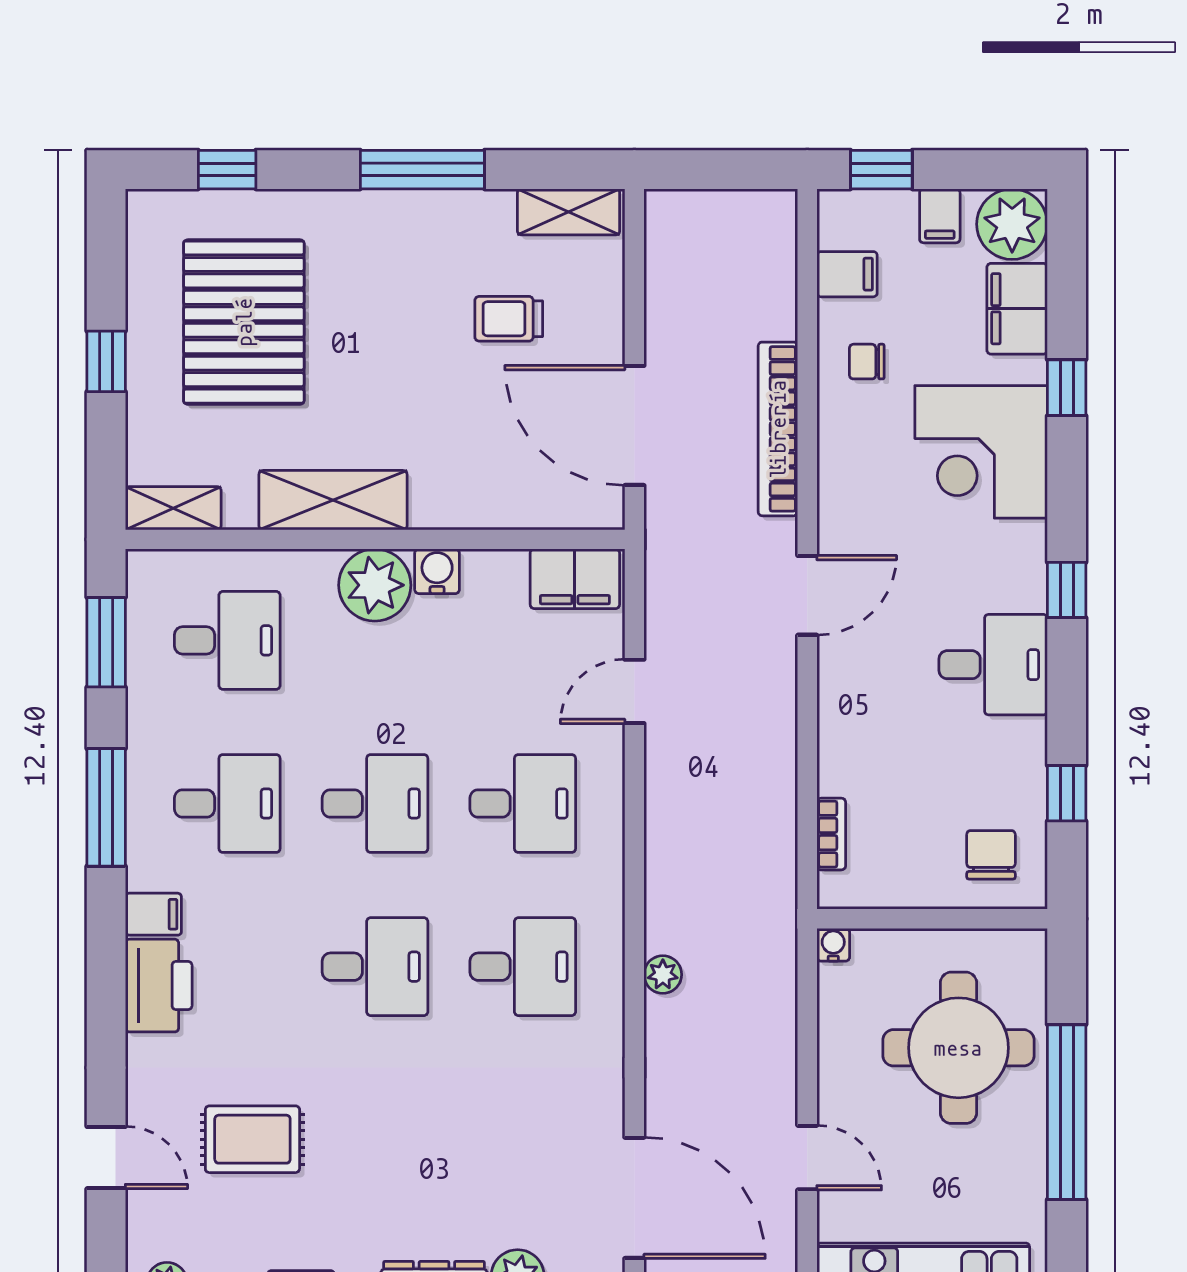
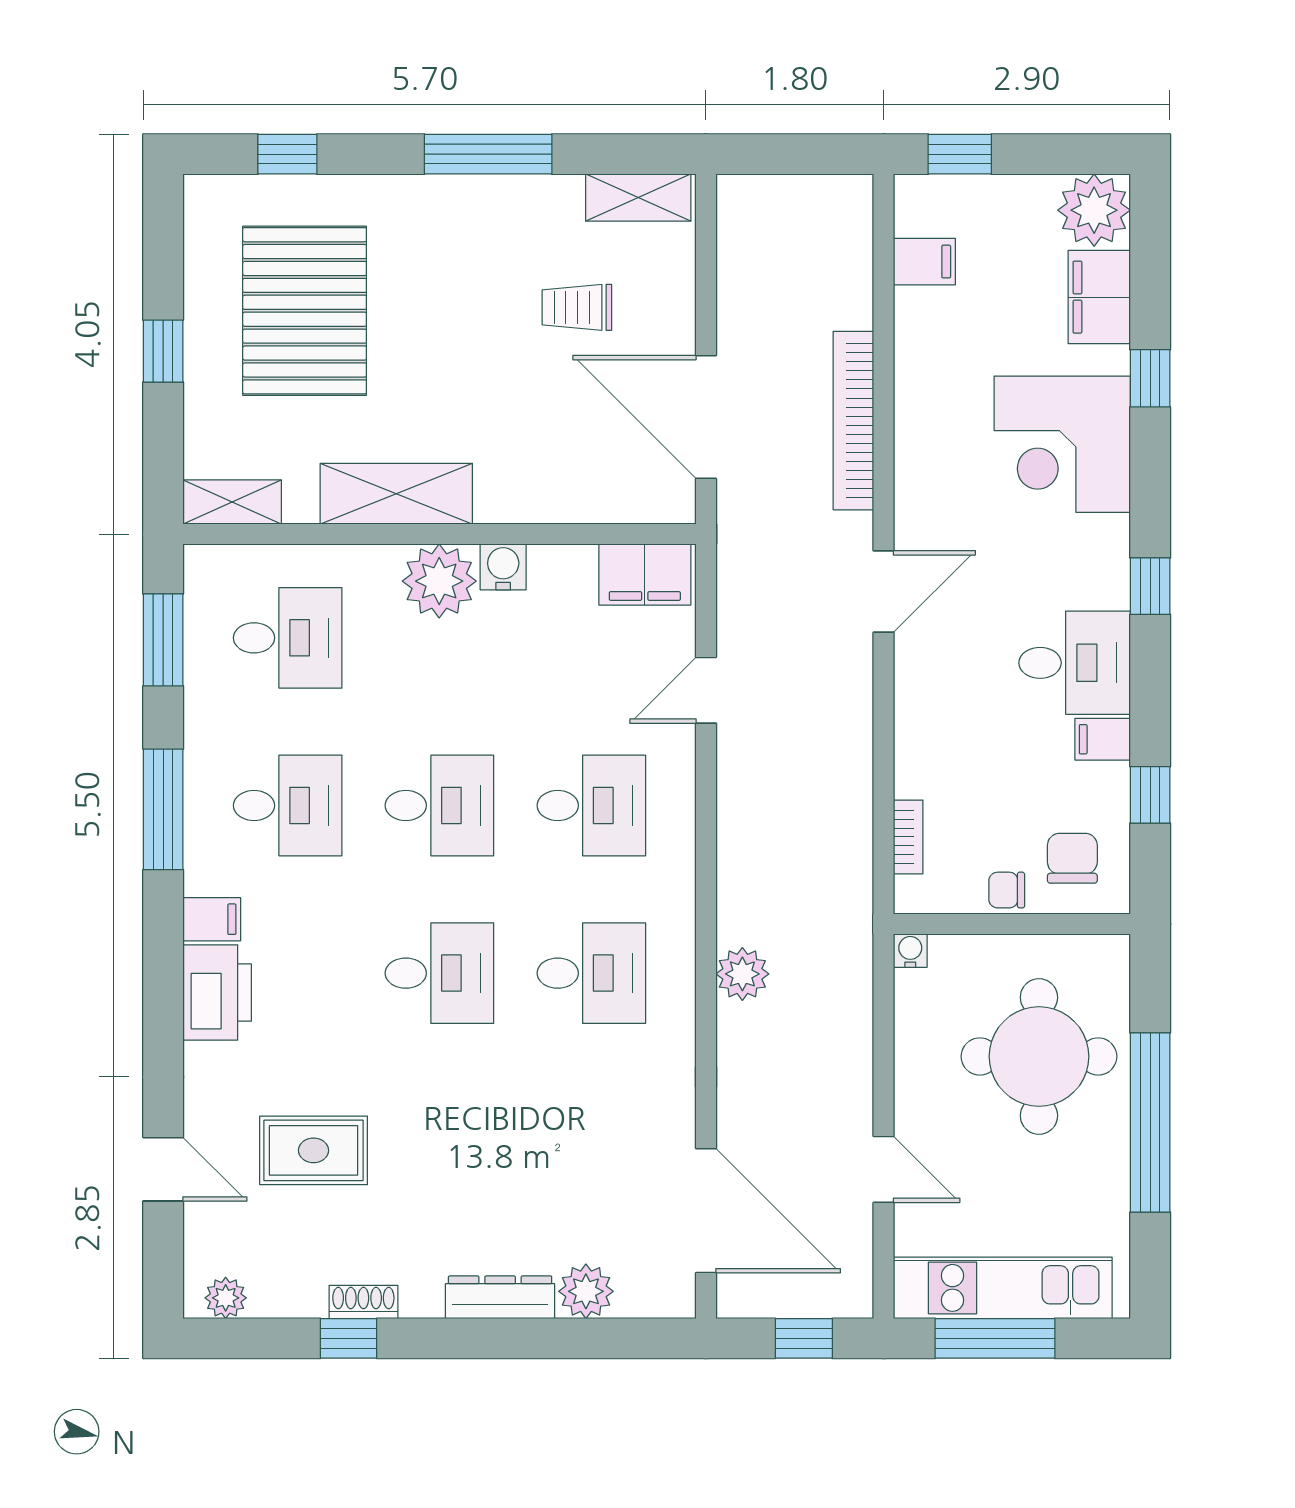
filing cabinet: (940, 216) -> (1103, 739), moved, turned 90
chair: (867, 362) -> (1007, 890), moved
plant: (663, 975) -> (742, 974), width x1.38, depth x1.38

